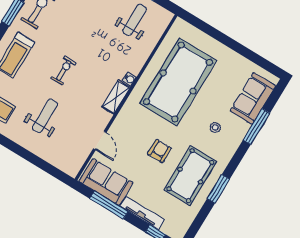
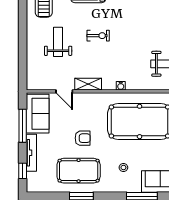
shelving: (116, 97) -> (88, 84), moved
weight bench: (45, 116) -> (58, 42), turned -90
door: (100, 141) -> (64, 91), hinge flipped

